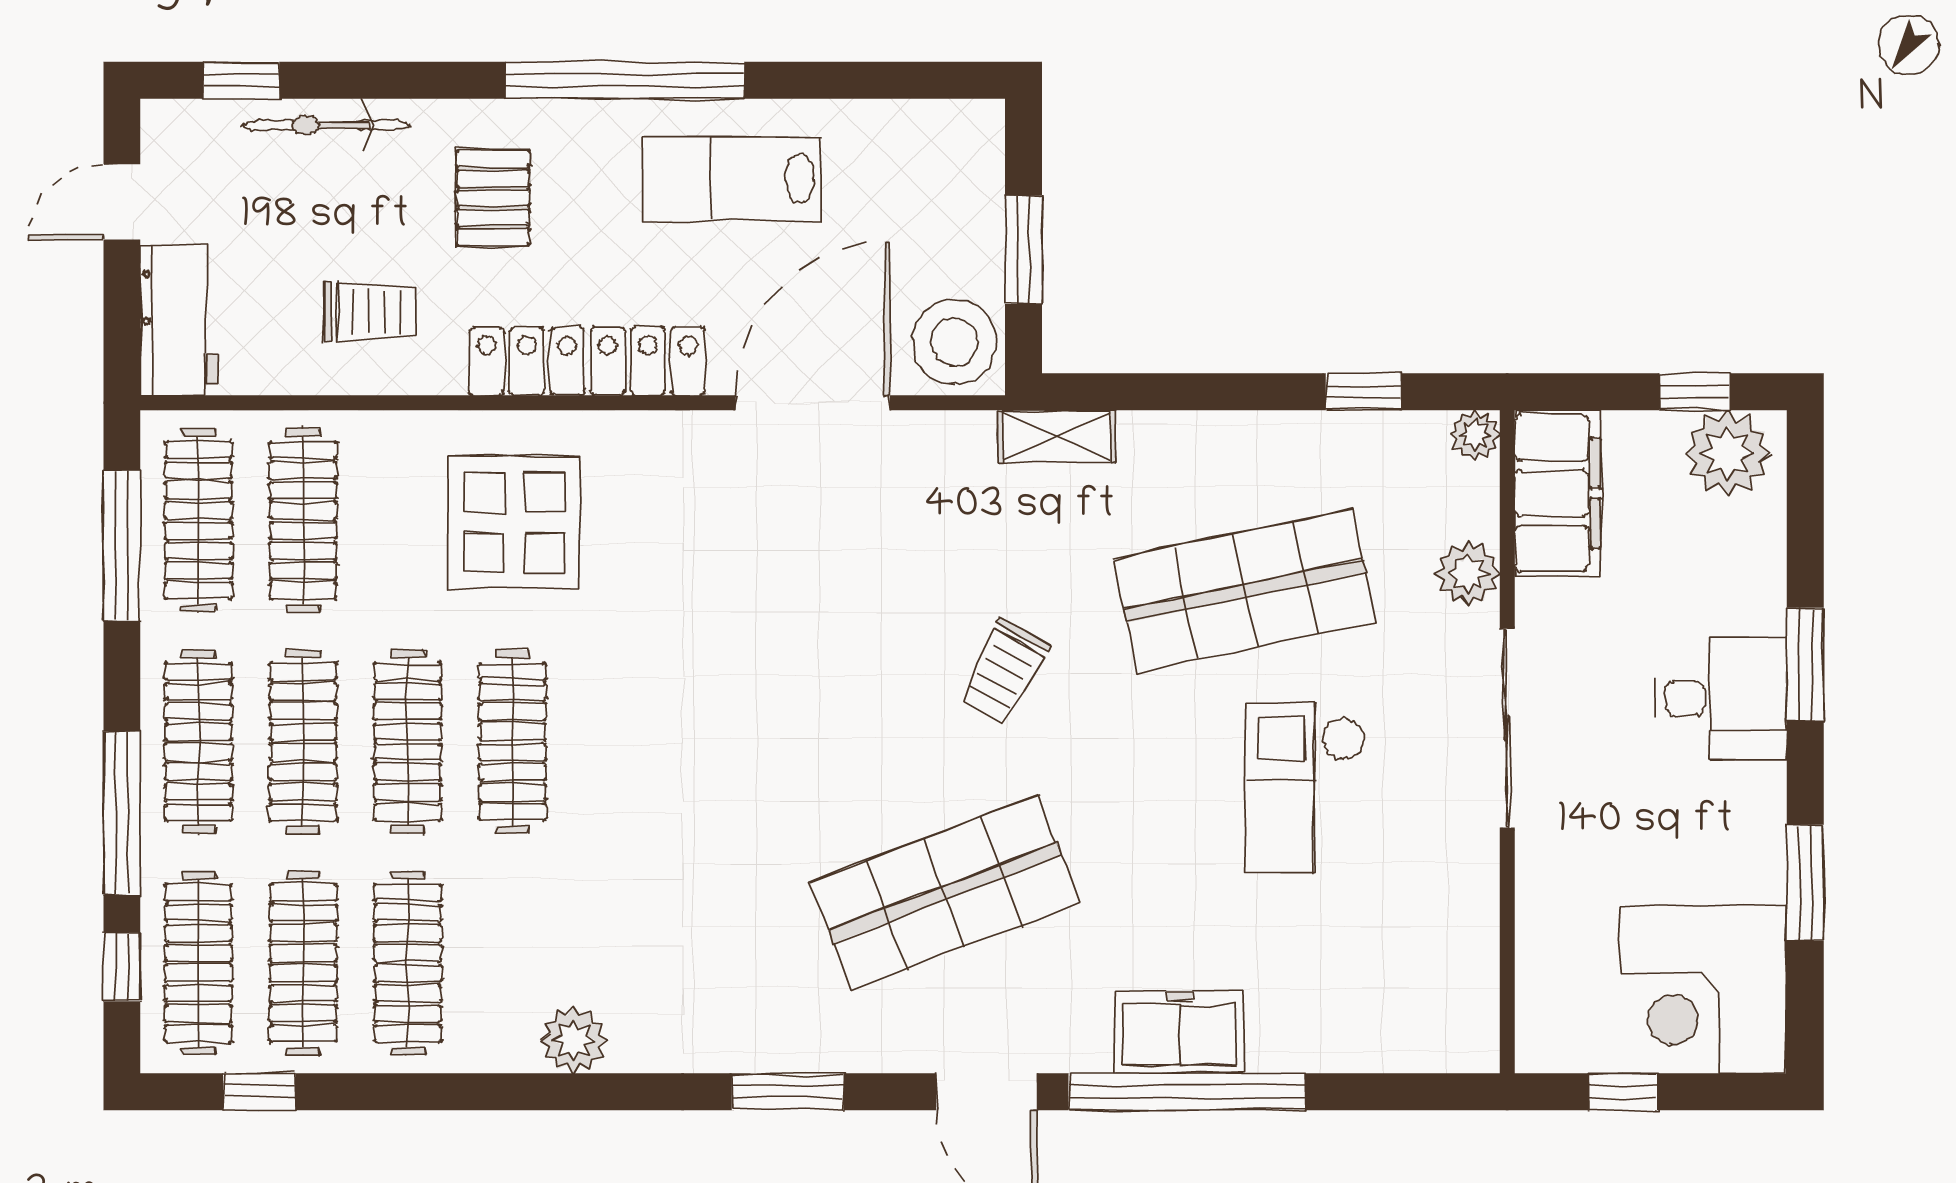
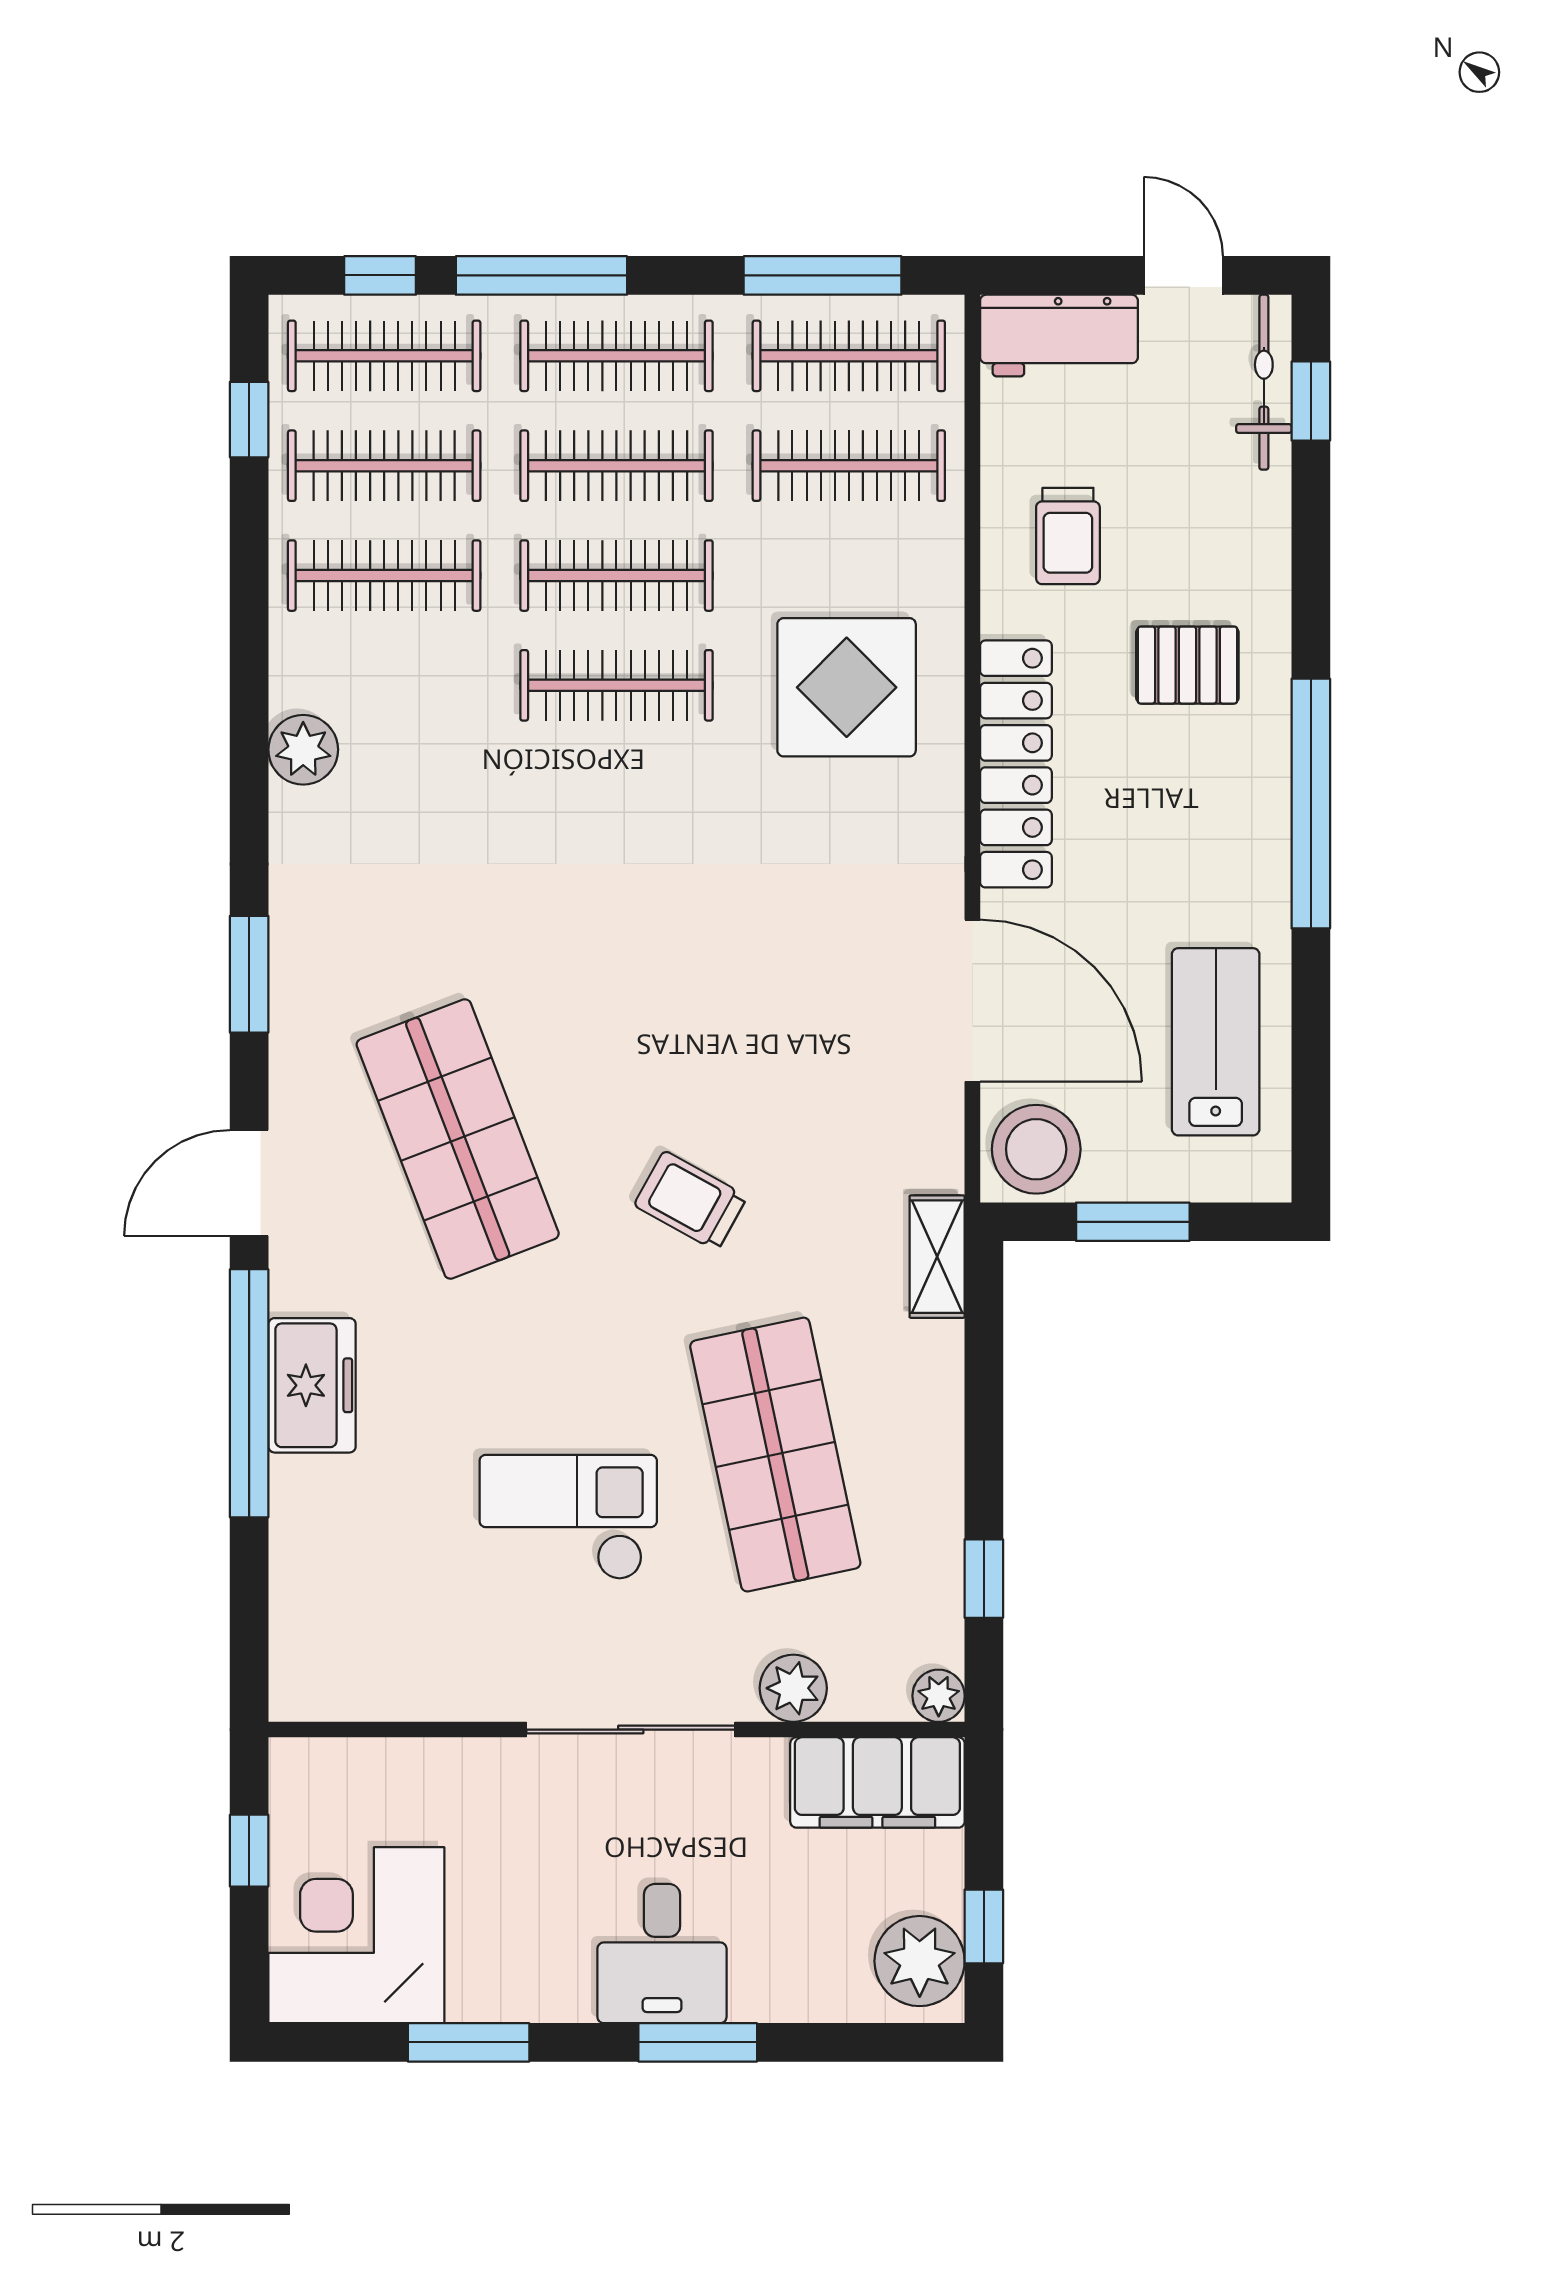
bicycle: (326, 125) -> (1264, 382), moved
lab bench: (732, 178) -> (1216, 1042), moved

